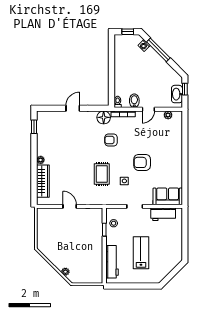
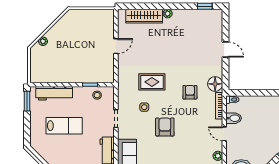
window: (119, 286) -> (27, 101), added

